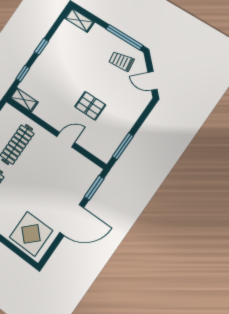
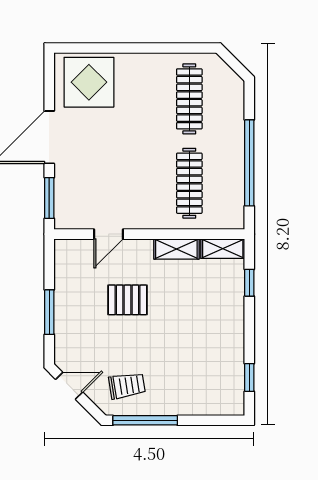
shelving: (79, 20) -> (176, 249), moved
window: (41, 47) -> (249, 378), moved
door: (66, 140) -> (108, 234), moved
window: (123, 146) -> (49, 312), moved

